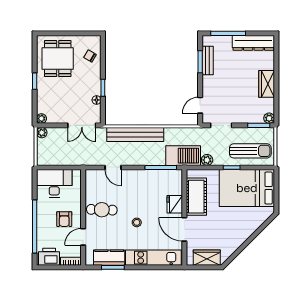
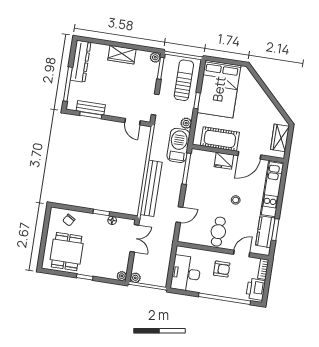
dining table: (58, 59) -> (67, 252), turned 90
door: (83, 237) -> (242, 254), swing flipped

